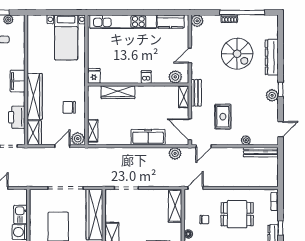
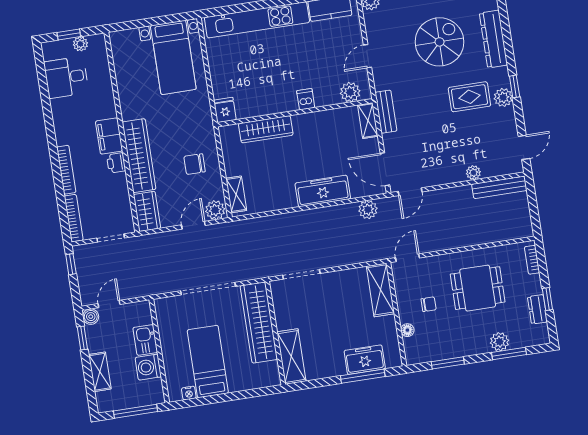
spiral stairs: (237, 54) -> (440, 42), turned -90
printer: (17, 117) -> (116, 163), moved, width x0.53, depth x0.68
rug: (223, 117) -> (469, 97), moved, turned 90

